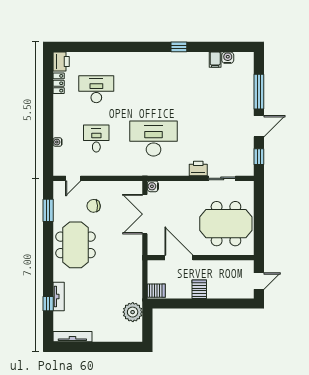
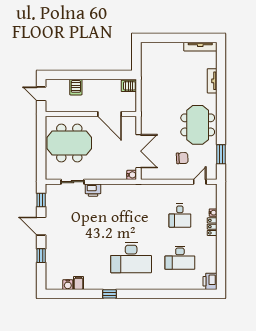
locker: (59, 83) -> (212, 227), moved
window: (259, 92) -> (41, 256), width x0.46
door: (259, 126) -> (41, 226), hinge flipped
desk: (154, 139) -> (131, 258), moved
door: (259, 281) -> (41, 94), hinge flipped
server rack: (199, 289) -> (76, 87), moved
window: (48, 304) -> (221, 75), removed
plant: (133, 312) -> (149, 68), removed

